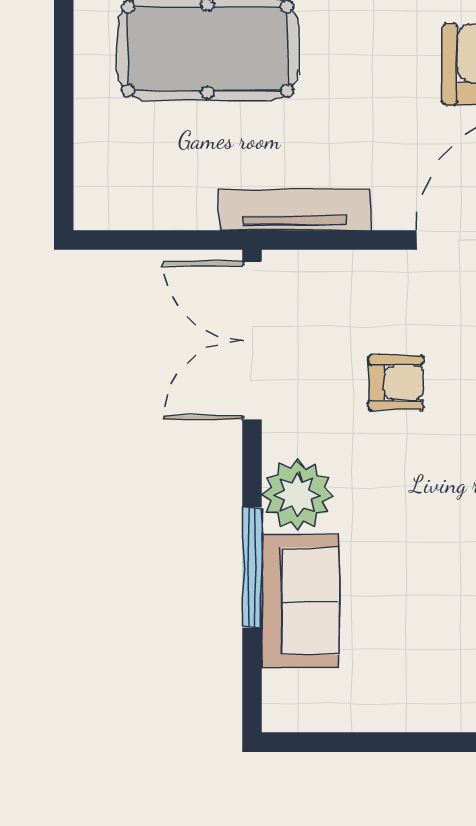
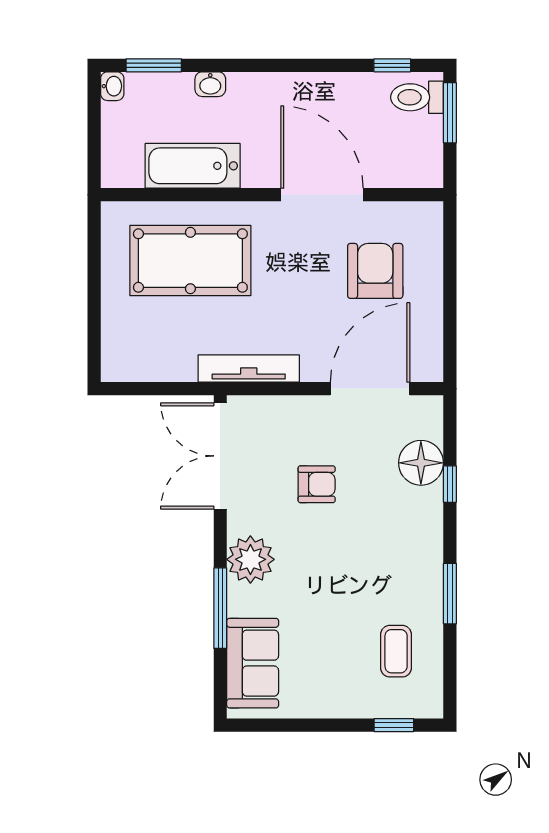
sofa: (300, 601) -> (253, 663), moved

